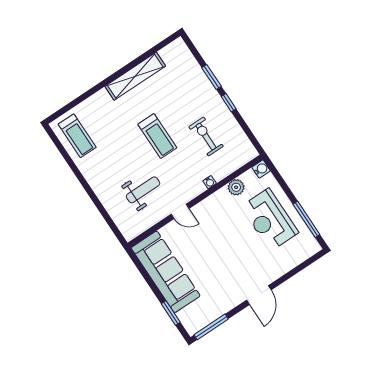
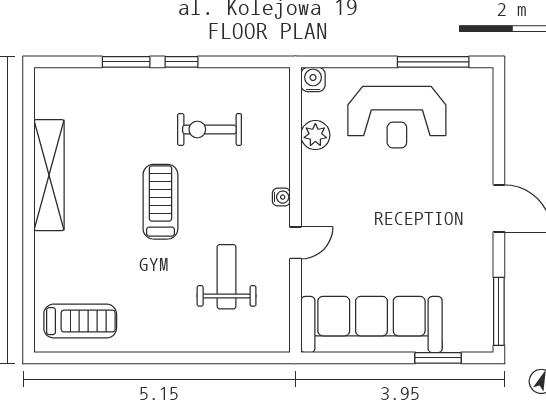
treadmill: (157, 136) -> (160, 202), turned -90
water cooler: (210, 182) -> (281, 197), moved

